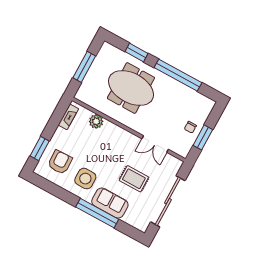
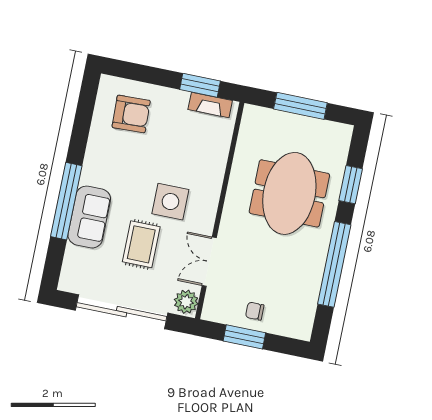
plant: (96, 121) -> (186, 302), moved
window: (40, 148) -> (200, 85), moved
side table: (85, 179) -> (170, 202), moved

